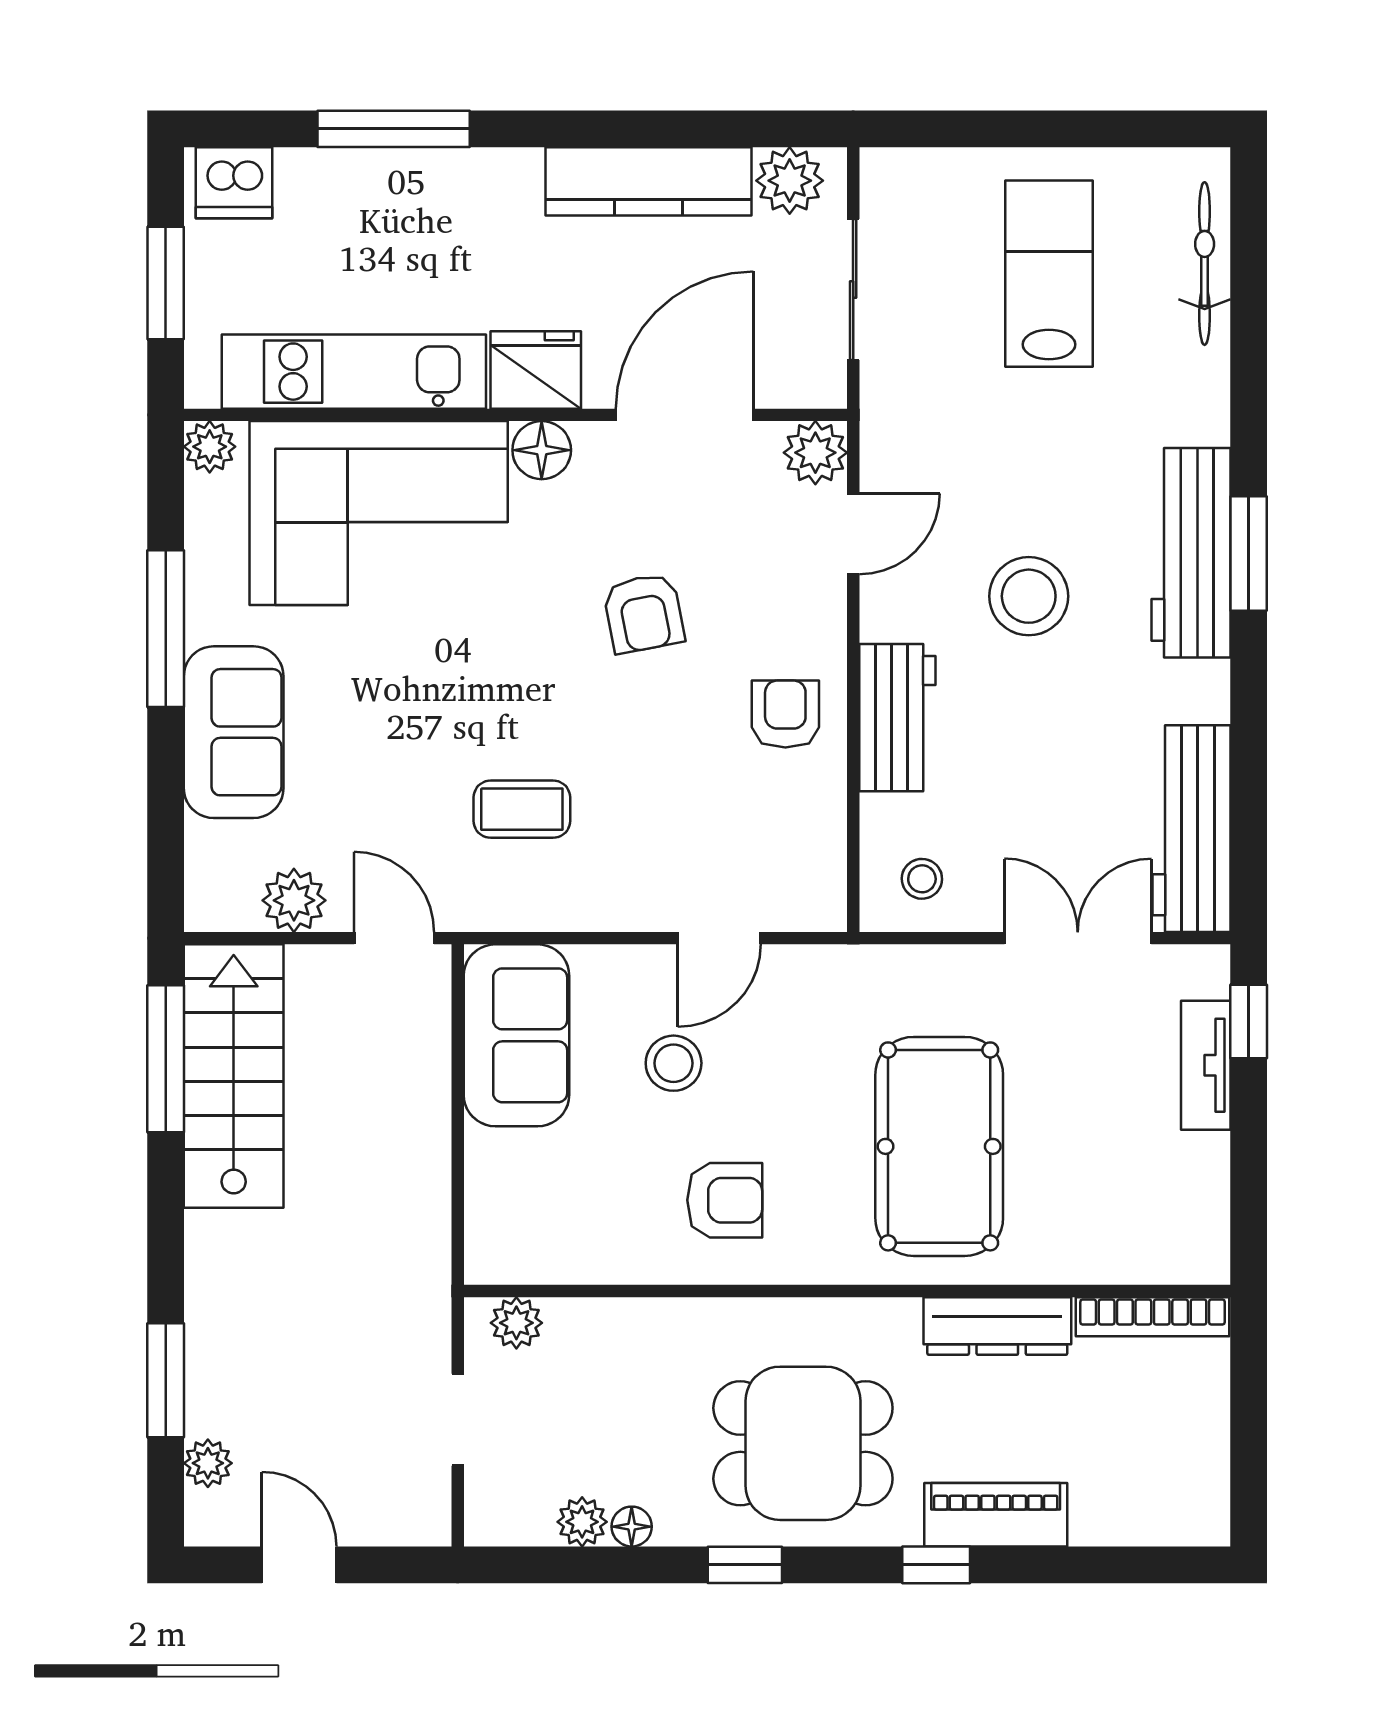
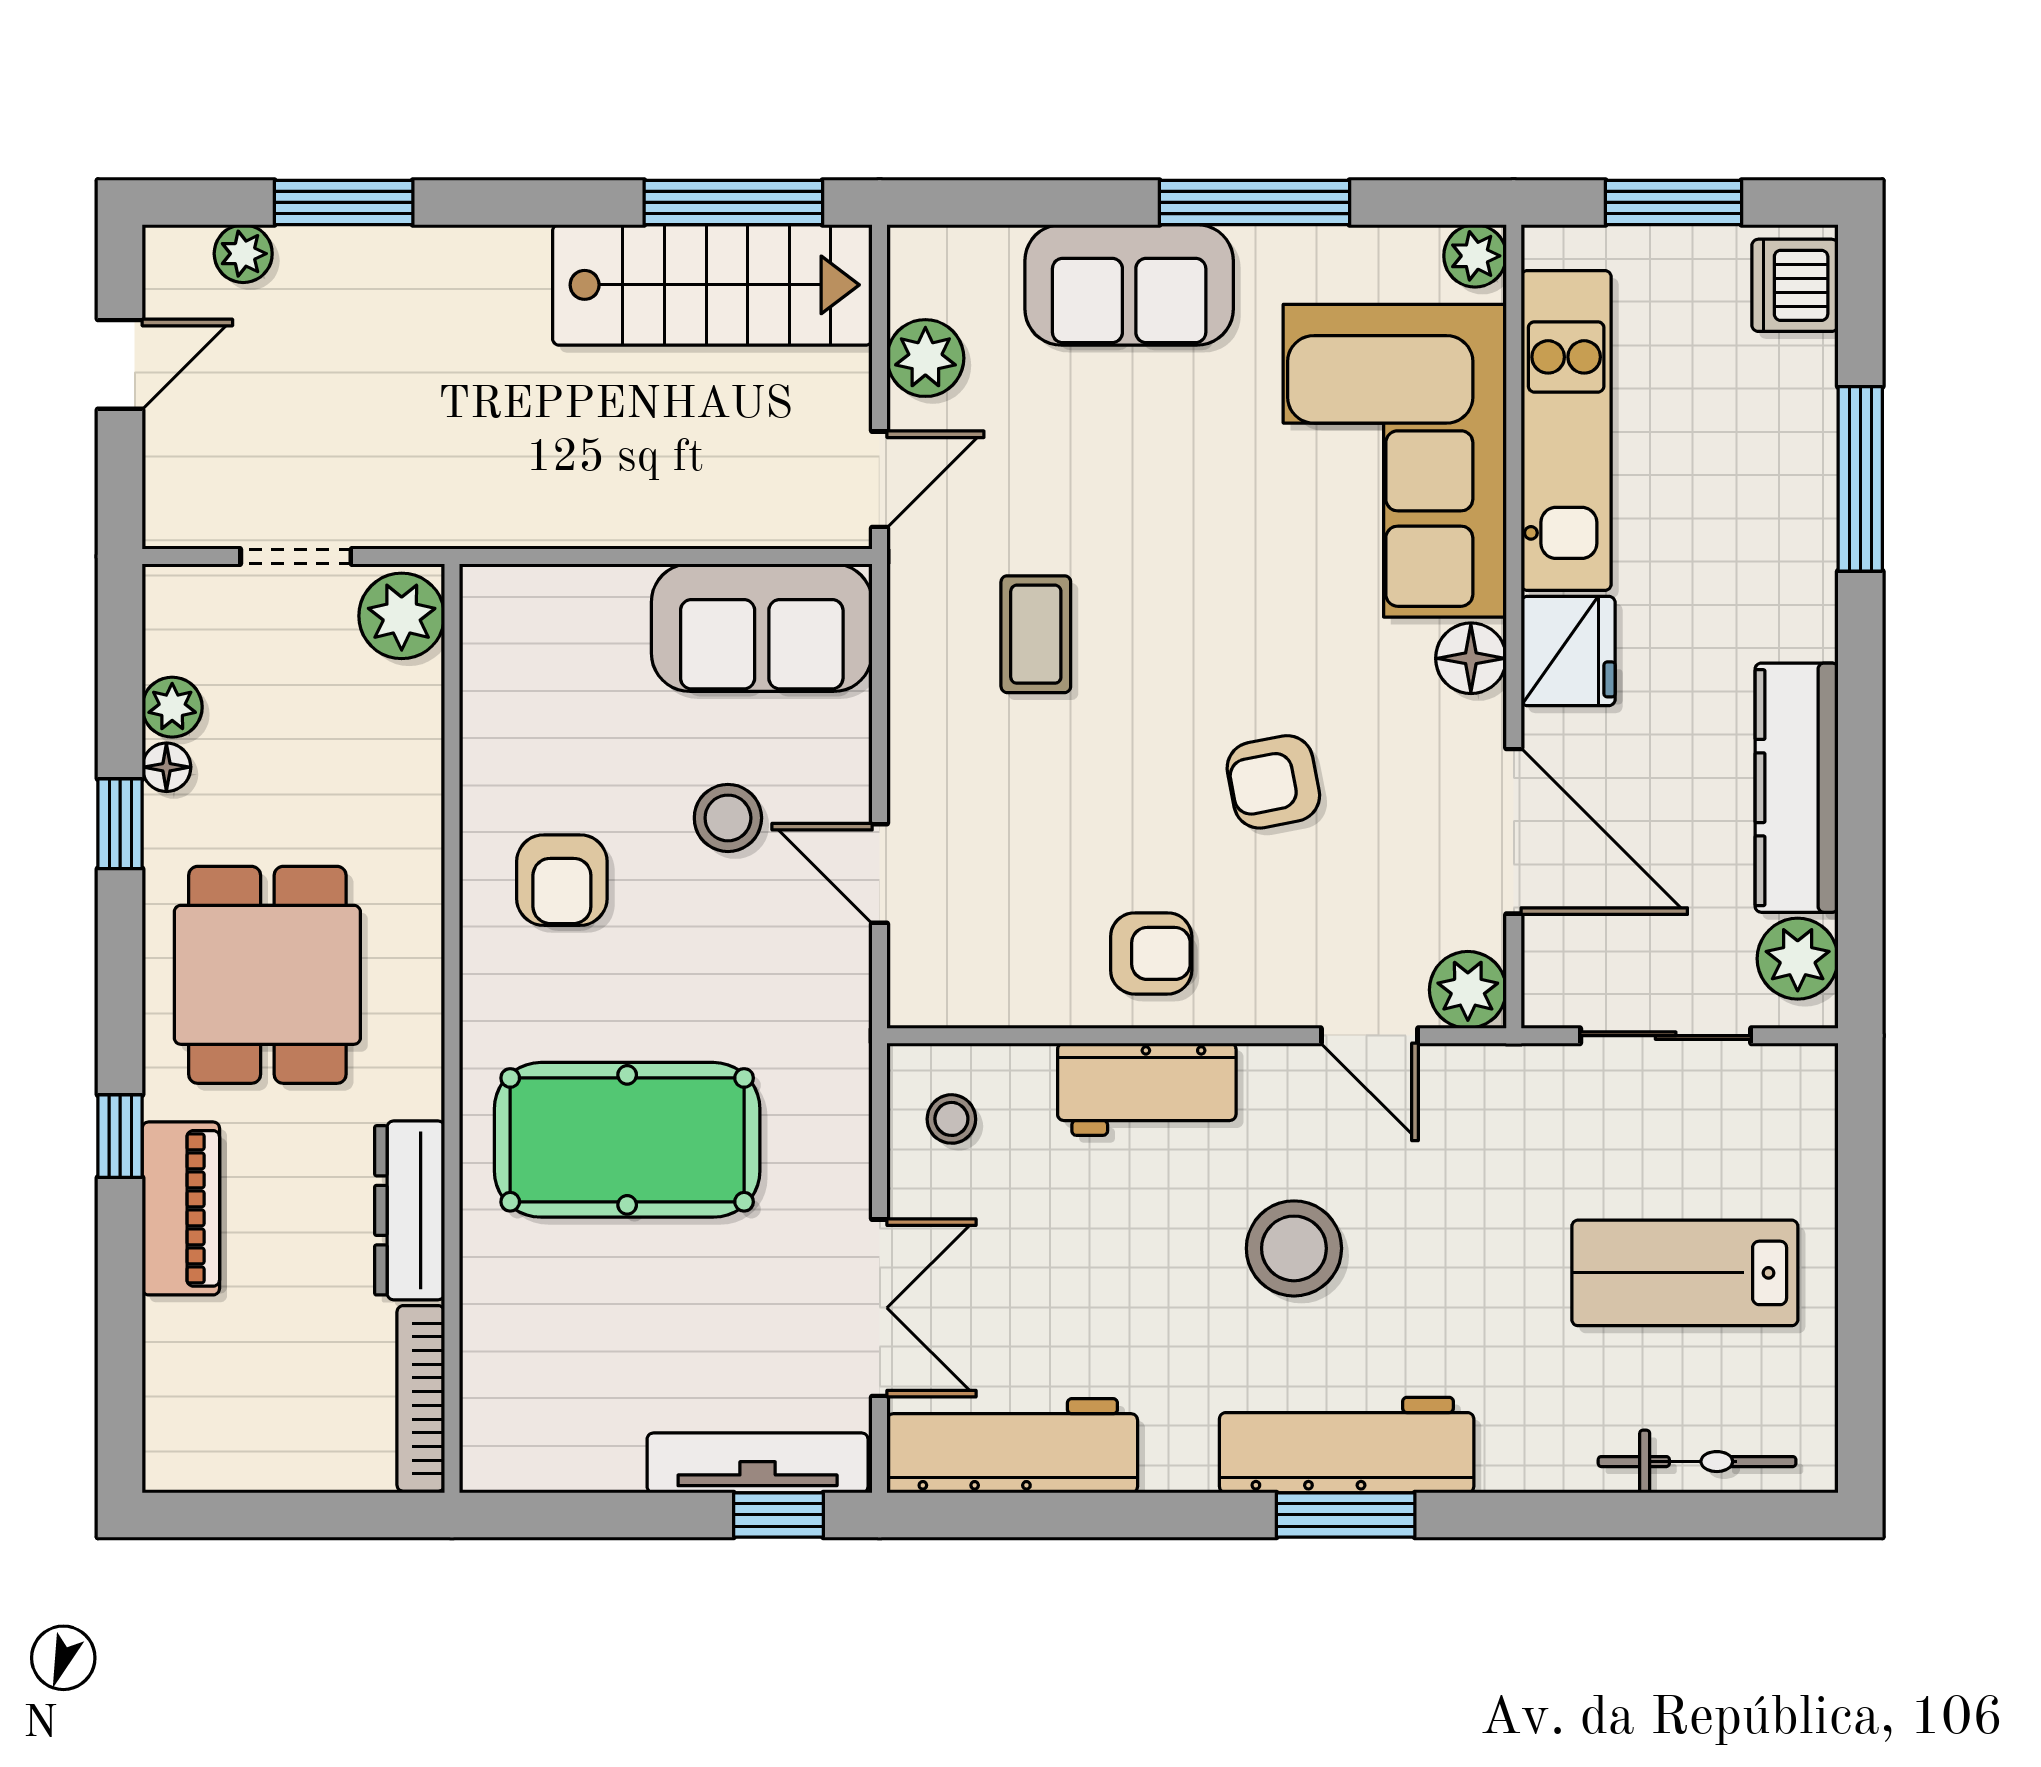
lab bench: (1049, 274) -> (1685, 1273), turned 180
tv unit: (1206, 1065) -> (758, 1463), width x1.41
plant: (516, 1323) -> (402, 616), width x1.38, depth x1.38
window: (745, 1565) -> (120, 824), moved

